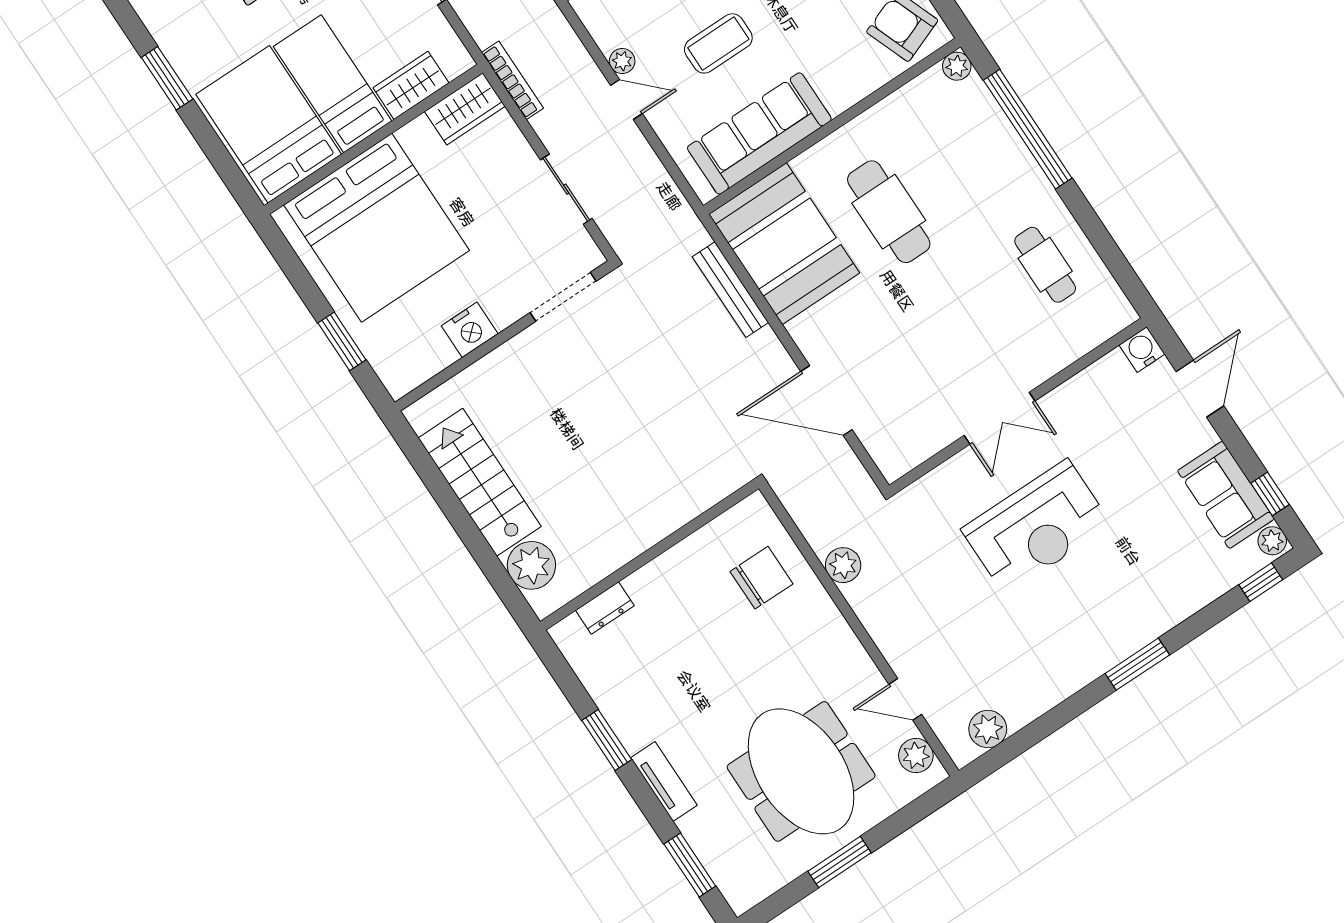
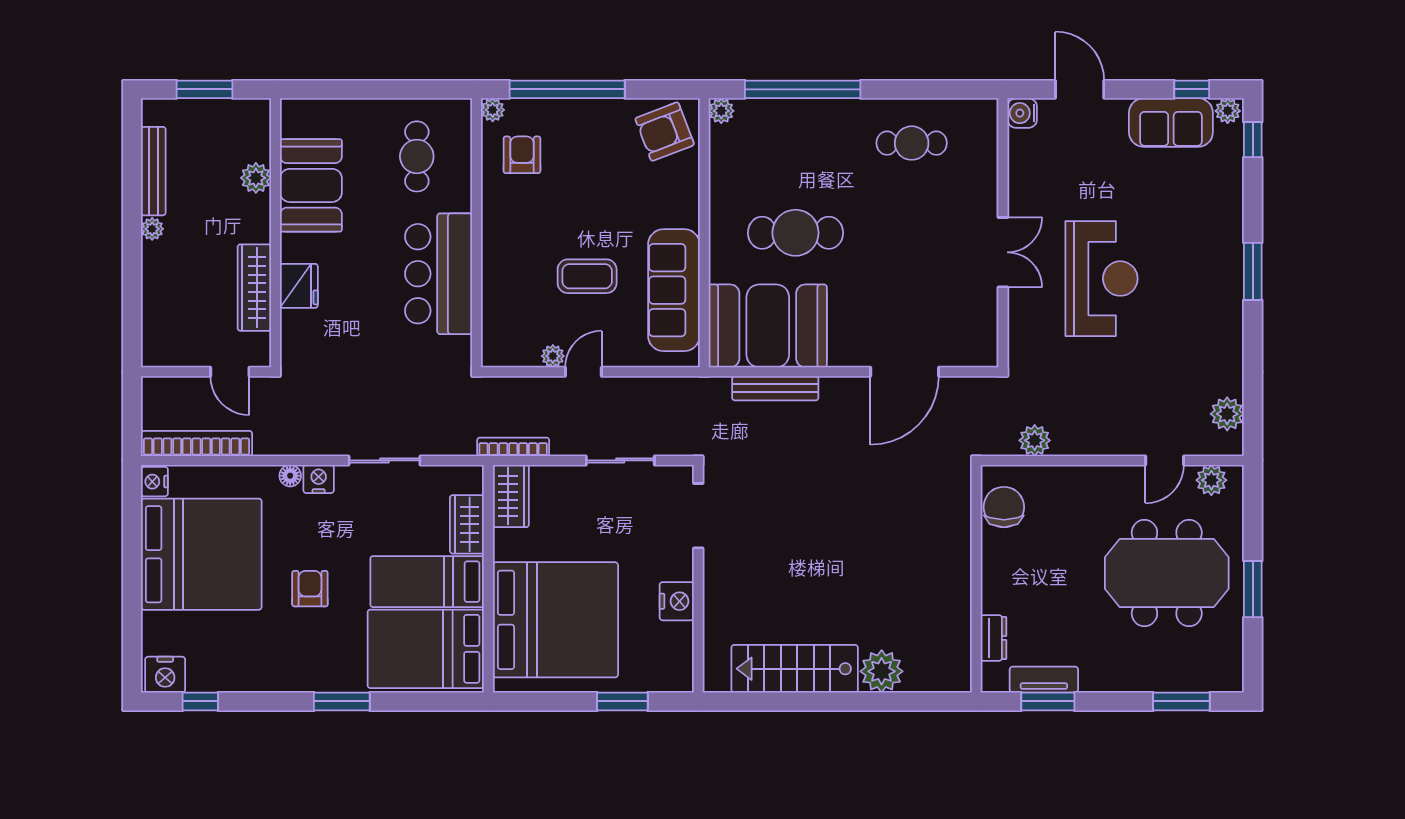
coffee table: (718, 43) -> (587, 276), turned 90
wall: (650, 555) -> (976, 579), moved
dresser: (605, 608) -> (994, 638), moved
tv unit: (664, 782) -> (1044, 680), moved

